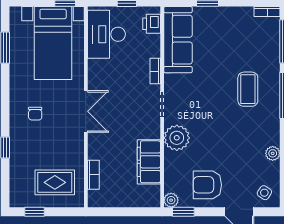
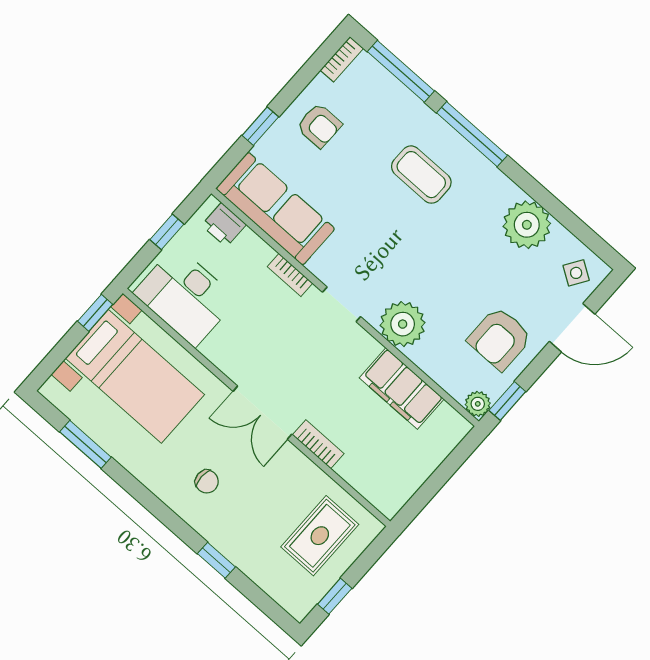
armchair: (230, 27) -> (319, 126), added
double door: (86, 111) -> (263, 413), swing flipped
plant: (273, 153) -> (527, 225), width x1.87, depth x1.87
bookcase: (93, 175) -> (318, 444), moved

